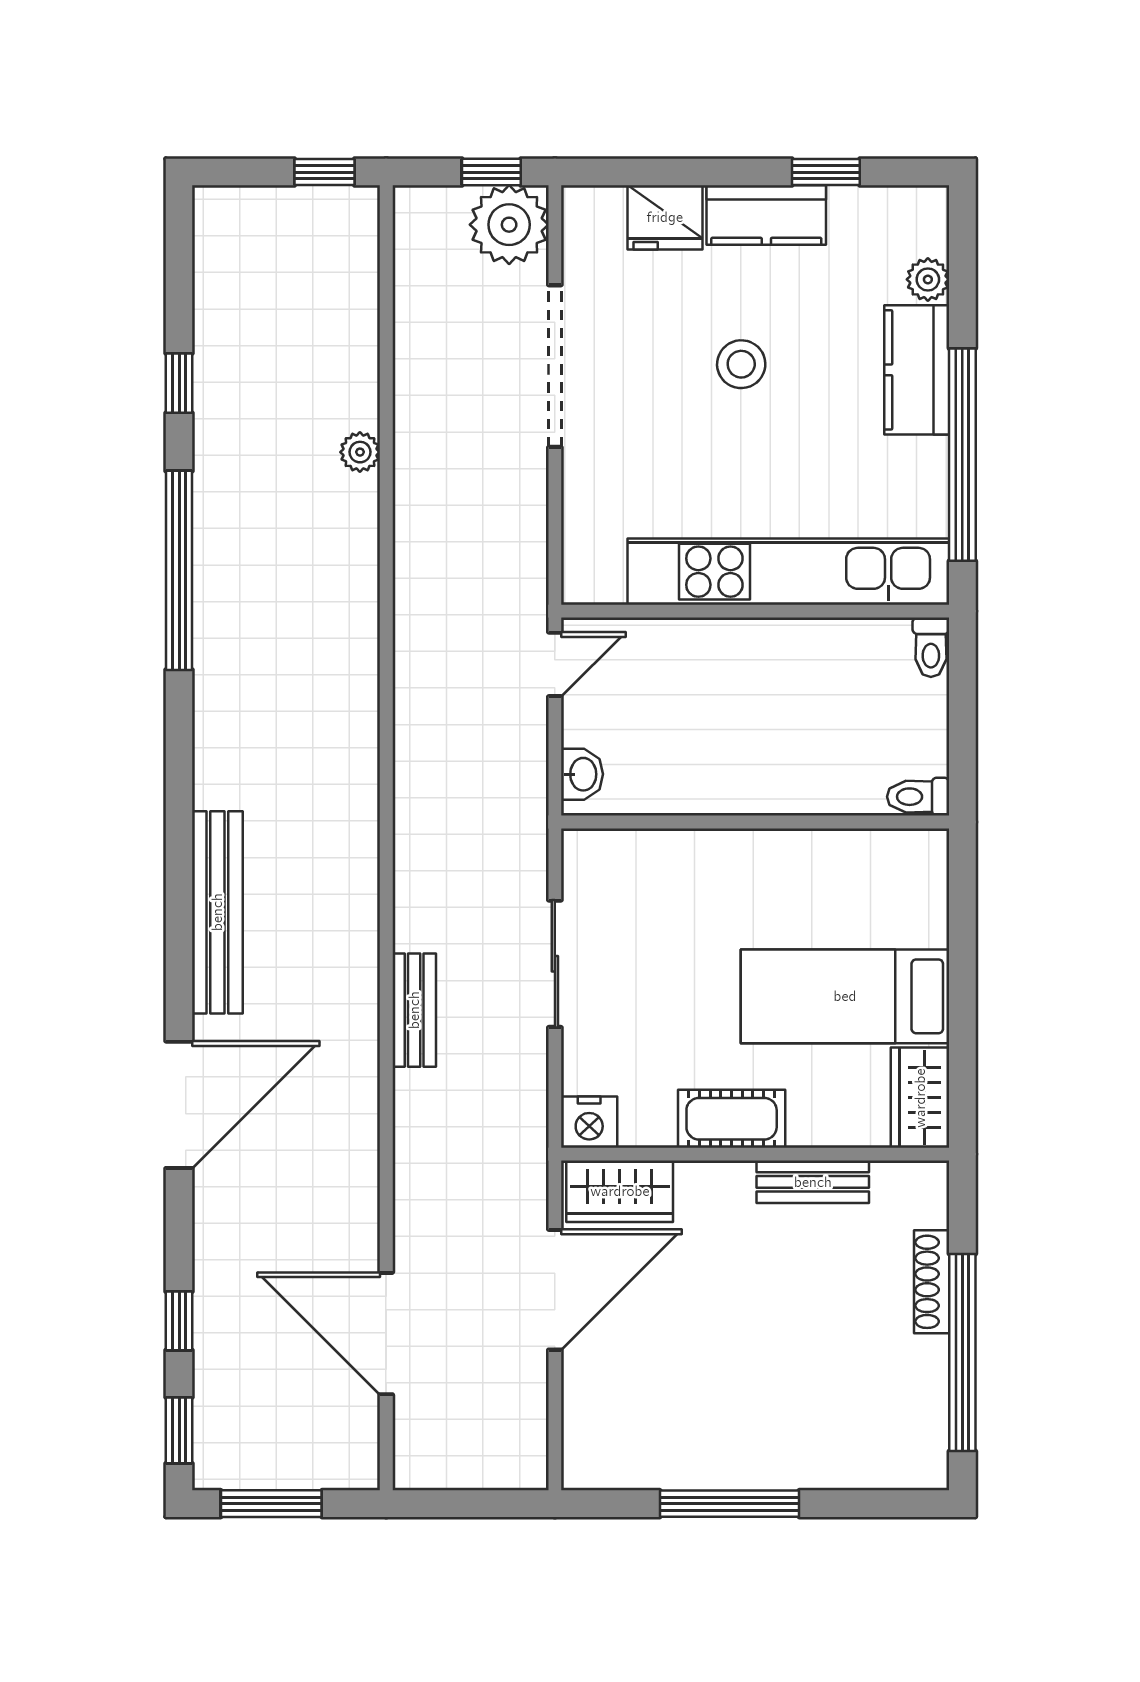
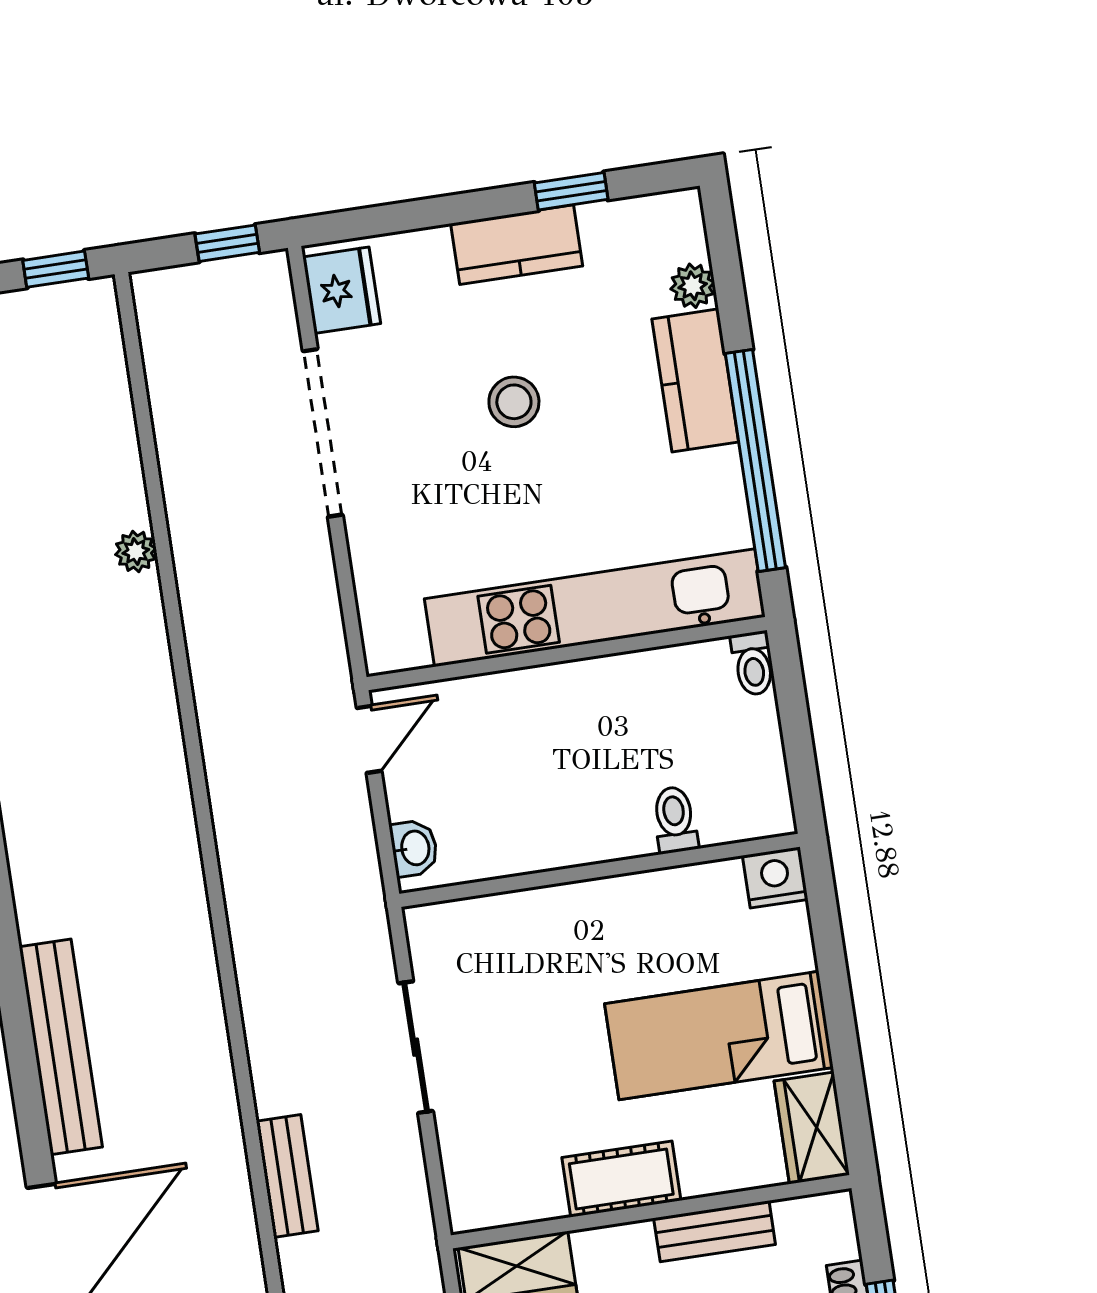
fridge: (665, 217) -> (342, 290), moved, turned -90
plant: (509, 225) -> (254, 295), removed
toilet: (918, 797) -> (675, 820), moved, turned 90
bench: (414, 1010) -> (287, 1176), moved
nightstand: (589, 1122) -> (775, 877), moved, turned 180

